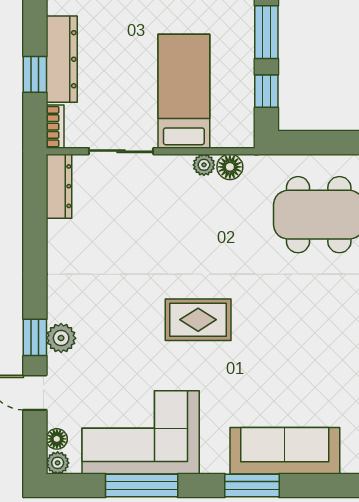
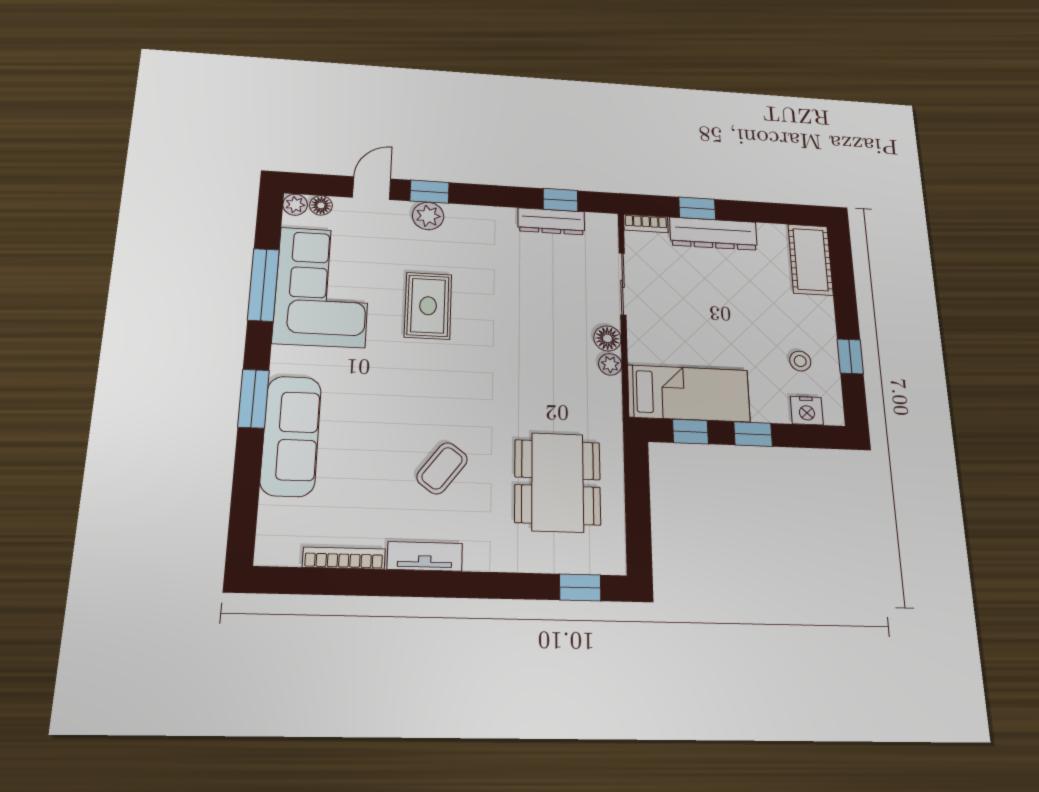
window: (266, 32) -> (753, 434), width x0.67
bed: (184, 91) -> (689, 393), moved
floor lamp: (230, 167) -> (607, 338), moved
dresser: (59, 186) -> (551, 221), moved
window: (35, 210) -> (561, 200), added
coffee table: (310, 318) -> (442, 468), added
rug: (198, 320) -> (428, 306), moved

